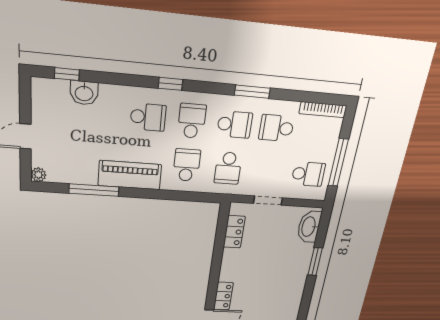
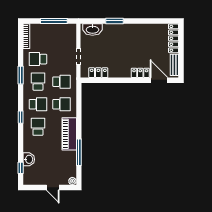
school desk: (192, 121) -> (38, 104), turned 180
school desk: (276, 128) -> (38, 59), turned 90
school desk: (187, 165) -> (62, 104), turned 180
school desk: (308, 174) -> (62, 37), removed

